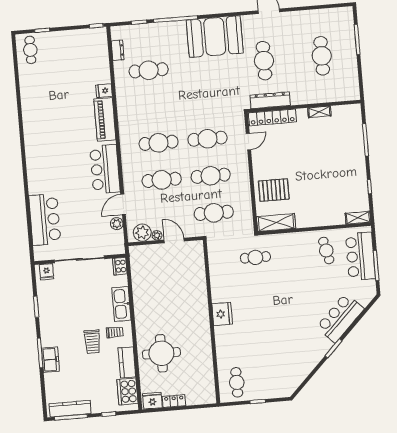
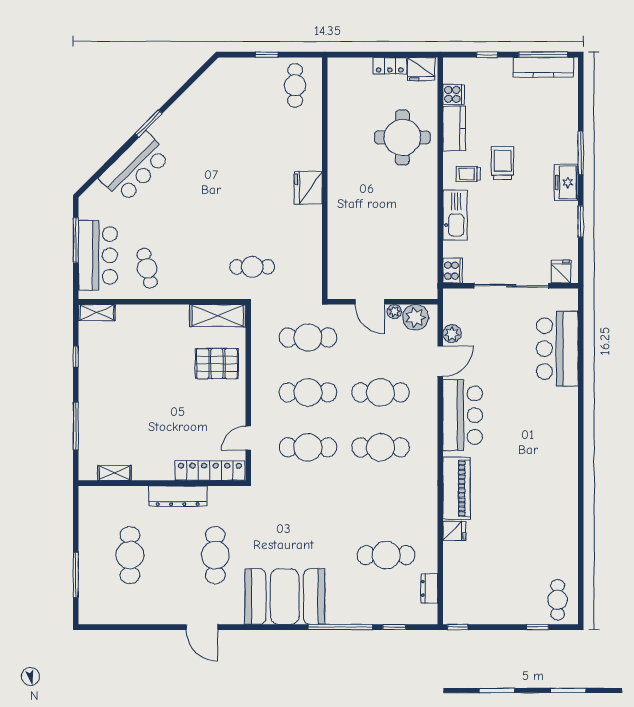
dresser: (270, 100) -> (178, 496), moved
shelving: (319, 112) -> (114, 473), moved
freezer: (50, 360) -> (566, 182), moved
cooker: (127, 391) -> (454, 94), width x0.53, depth x0.76

